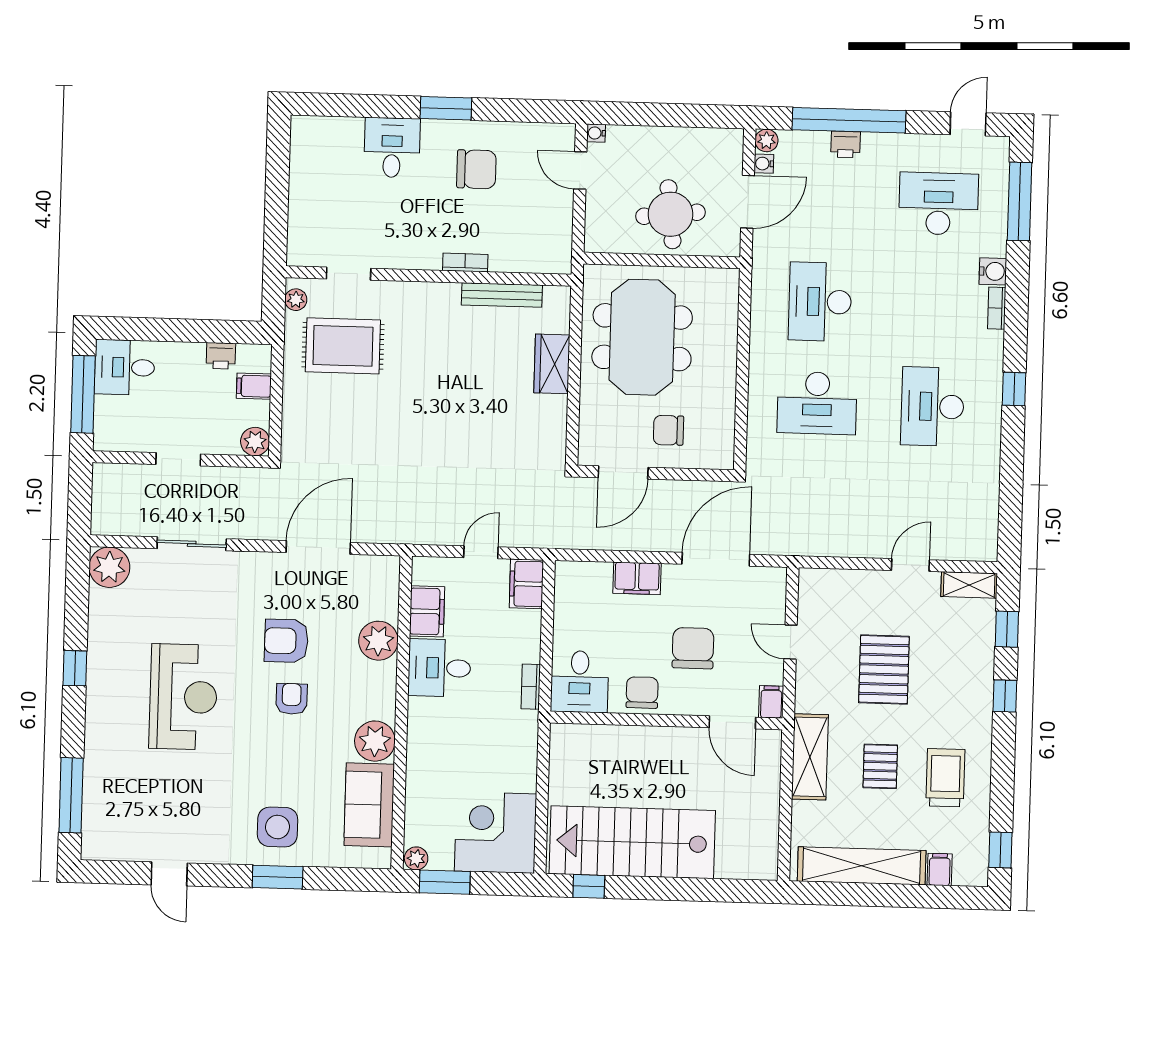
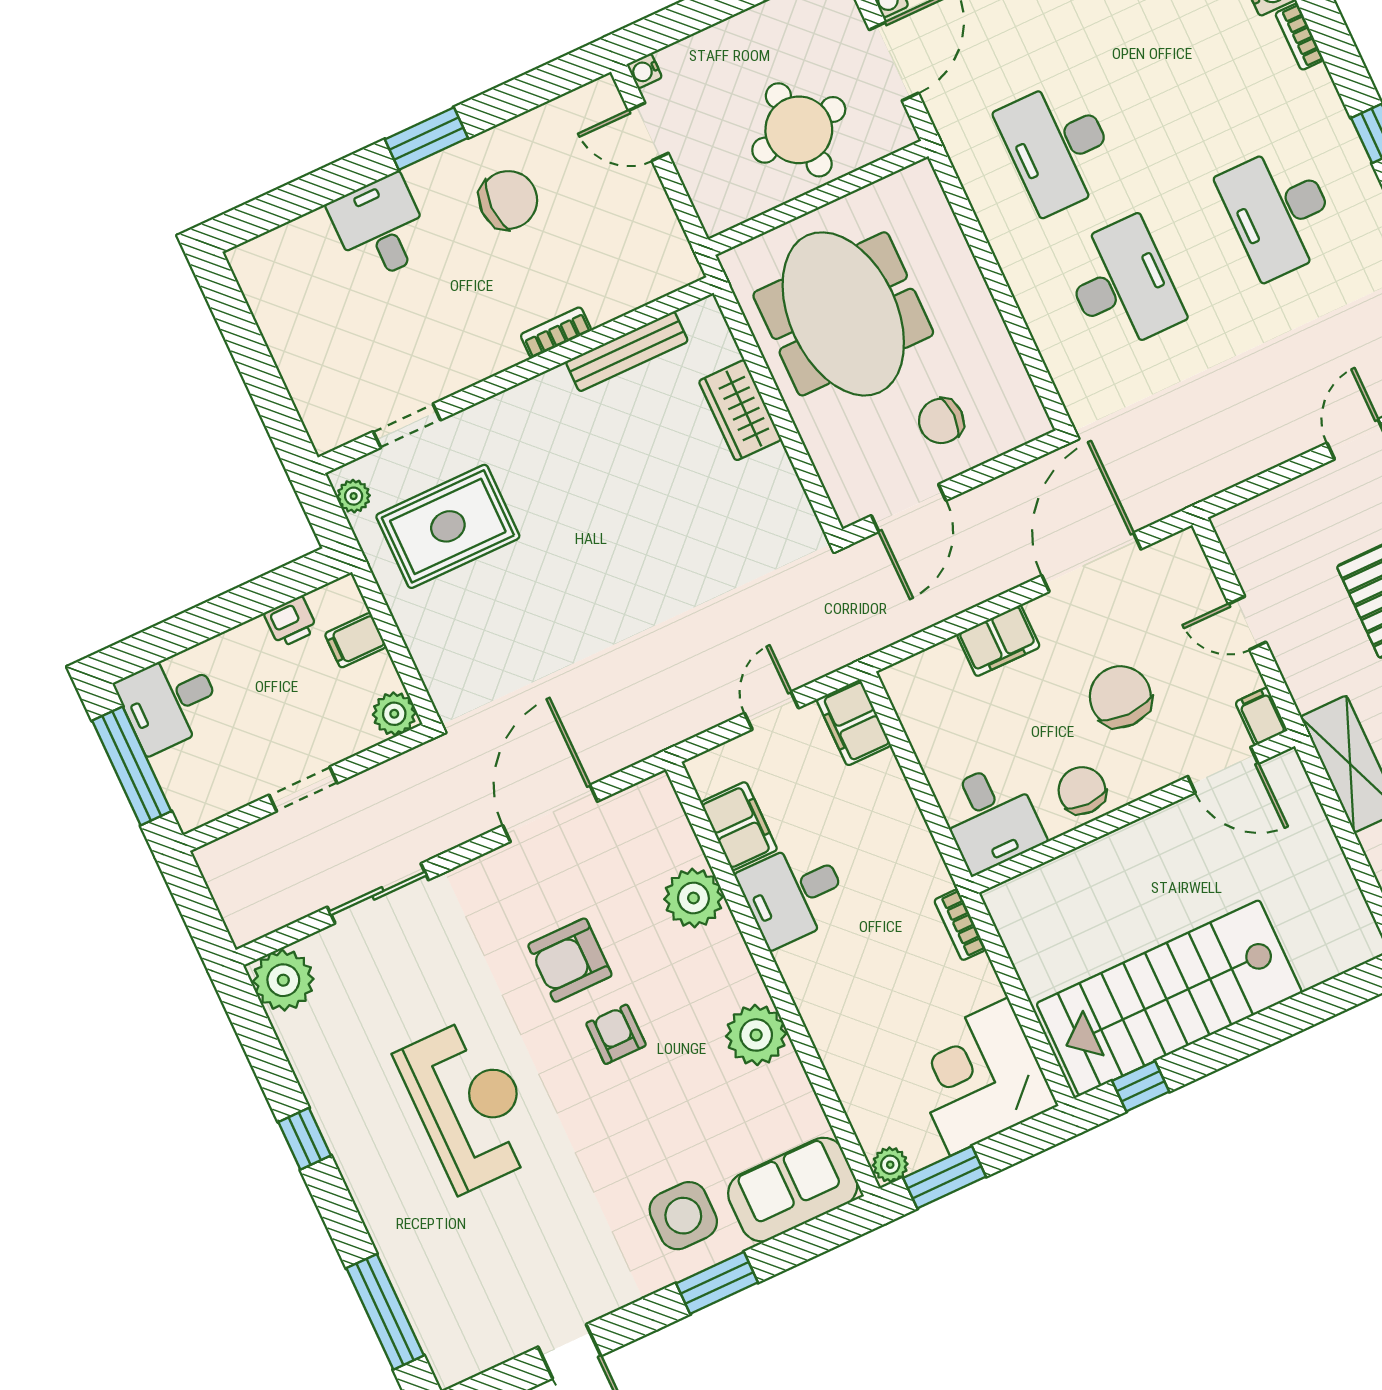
desk: (817, 403) -> (1122, 285), turned -90
bookcase: (531, 687) -> (960, 925), moved
sofa: (369, 805) -> (793, 1190), moved, turned 90

